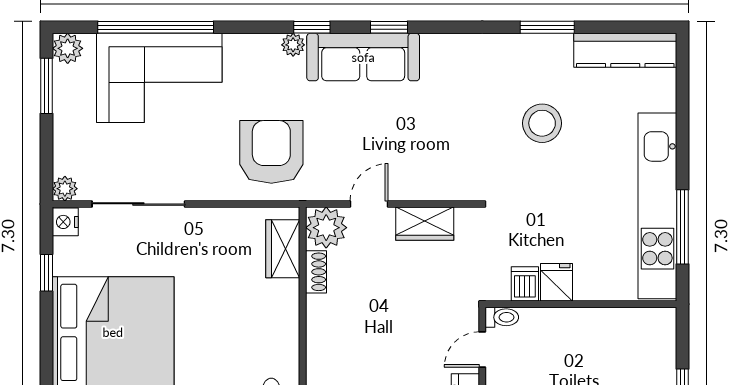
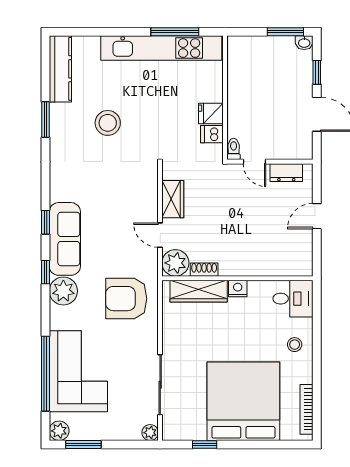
plant: (293, 45) -> (63, 291), width x1.87, depth x1.87
nightstand: (65, 222) -> (238, 288), moved, turned 180
wardrobe: (283, 249) -> (199, 291), width x1.50

